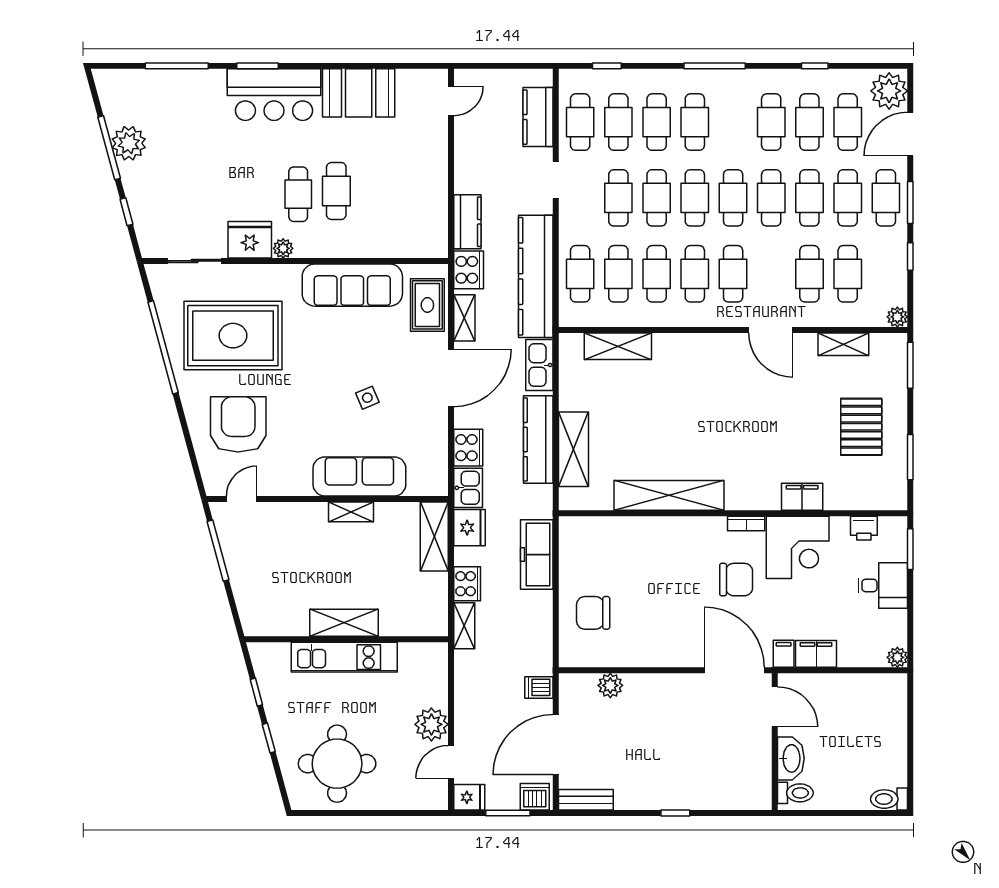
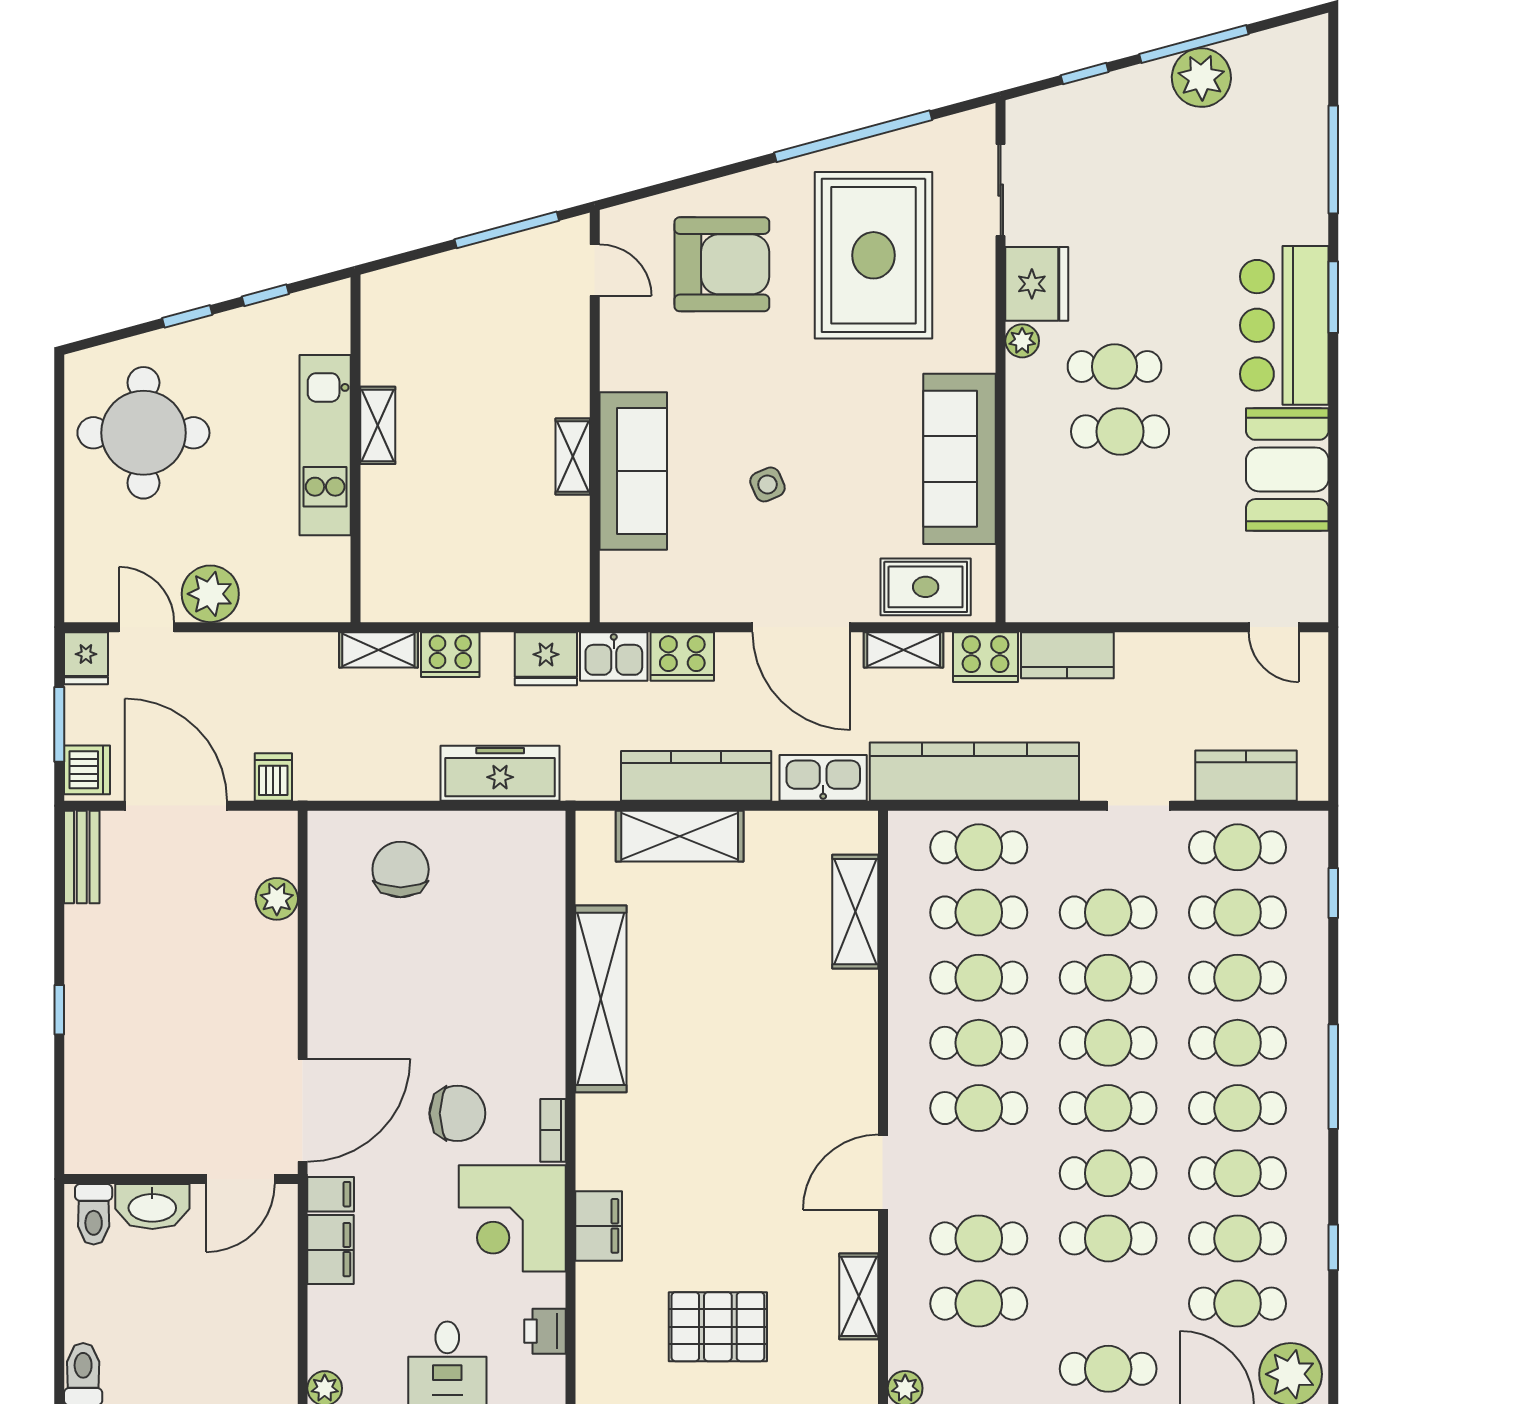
cafe table: (848, 198) -> (1238, 1108), moved
shelving: (434, 536) -> (531, 599), removed
chair: (736, 580) -> (457, 1113), turned -90
shelving: (344, 623) -> (378, 425), width x0.67, depth x0.75

